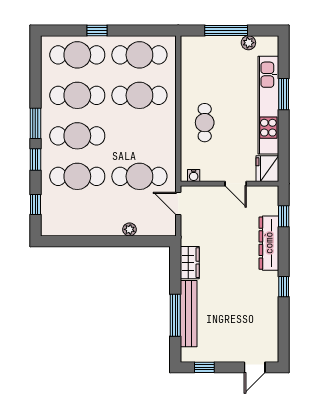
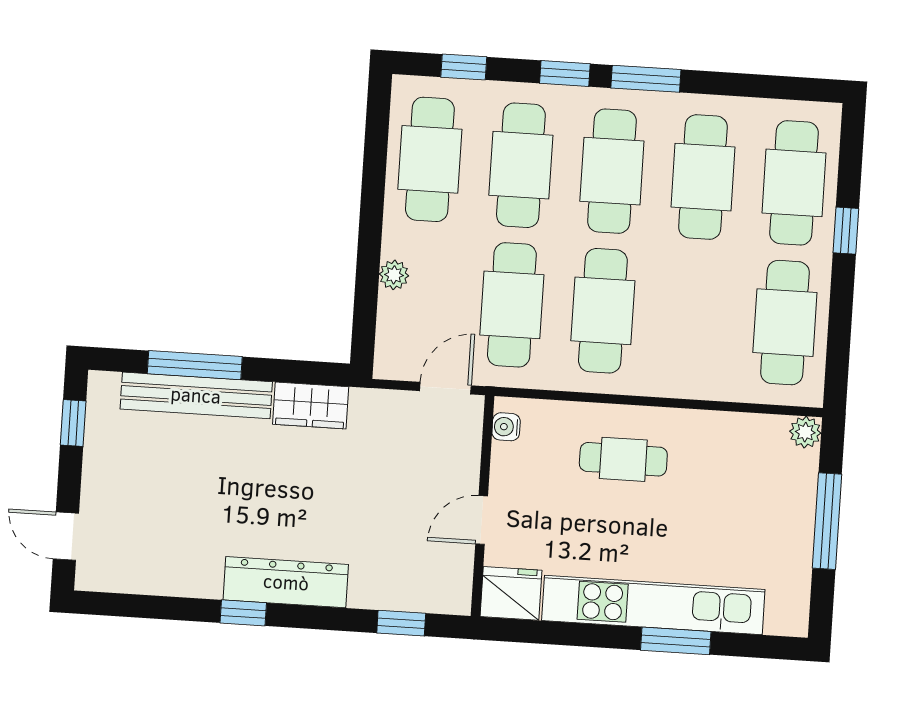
plant: (248, 43) -> (805, 432), moved
cafe table: (139, 95) -> (603, 311), moved
cafe table: (77, 217) -> (430, 159), added
dresser: (269, 243) -> (286, 582), moved

